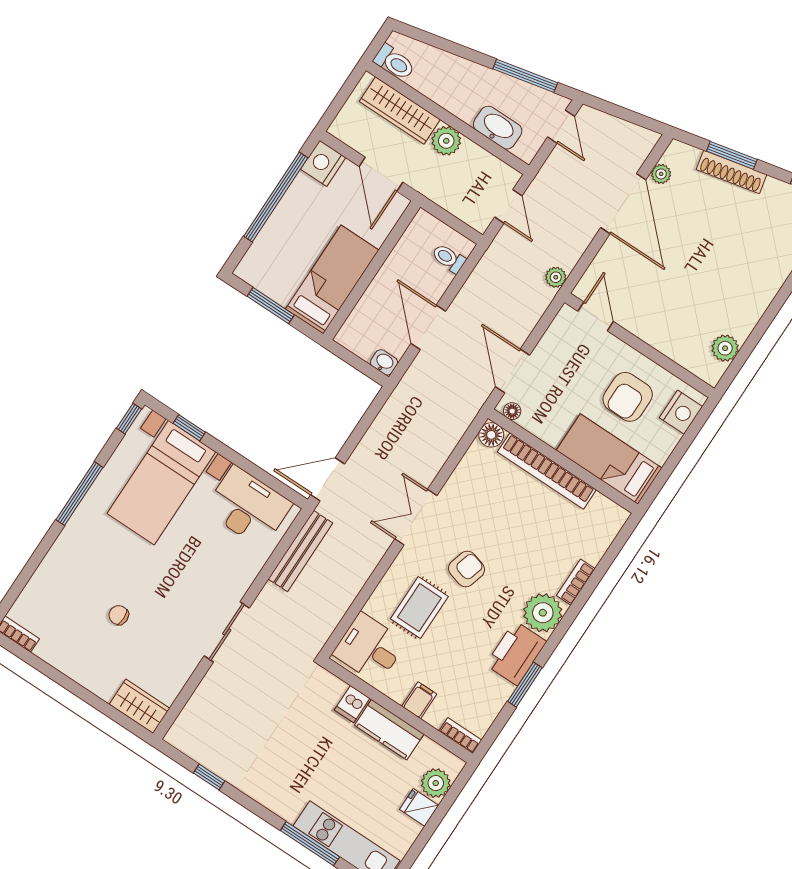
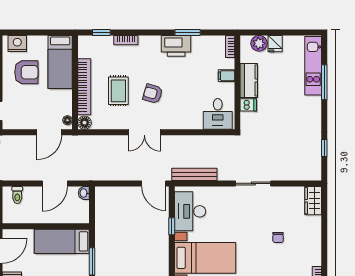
window: (189, 428) -> (172, 226), moved
window: (612, 552) -> (101, 32), added
rug: (419, 608) -> (118, 91), moved, turned 90
plant: (543, 613) -> (150, 46), removed

